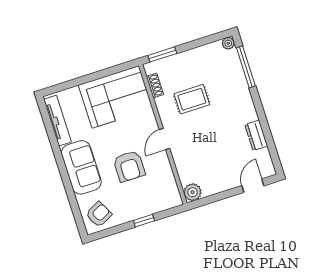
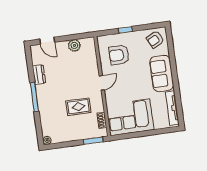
window: (246, 67) -> (34, 97), moved
armchair: (129, 166) -> (119, 55), moved, turned -90
door: (253, 186) -> (47, 41), hinge flipped
plant: (193, 192) -> (74, 45), moved

